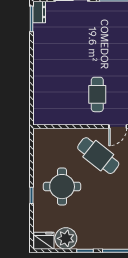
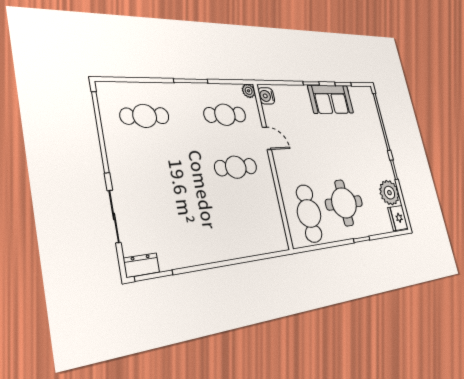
cafe table: (98, 156) -> (309, 213), moved, turned -38

